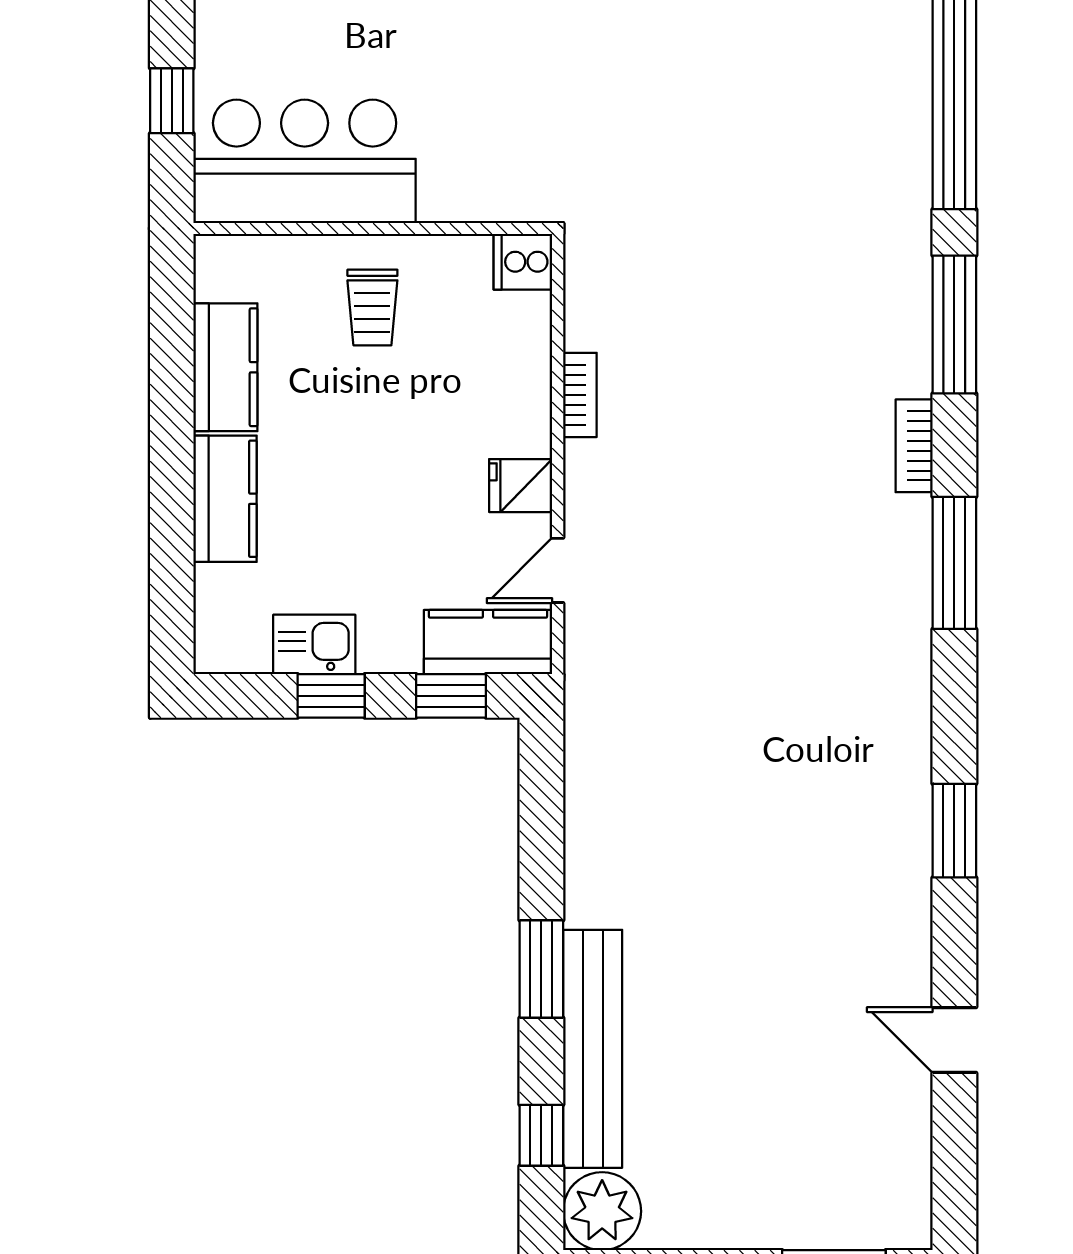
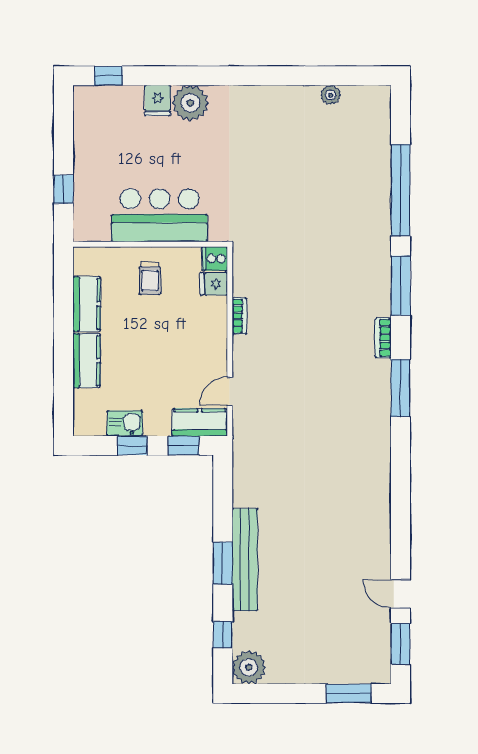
bar counter: (305, 161) -> (159, 215), moved
fridge: (521, 486) -> (214, 284), moved
window: (954, 831) -> (401, 644), moved
bench: (593, 1049) -> (245, 560), moved

